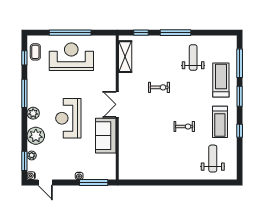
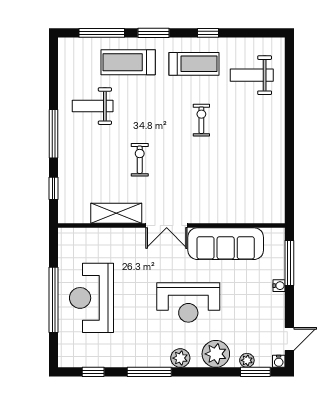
coffee table: (35, 52) -> (84, 355), removed
shelving: (125, 57) -> (116, 213), moved
sofa: (106, 136) -> (226, 244), width x1.36

